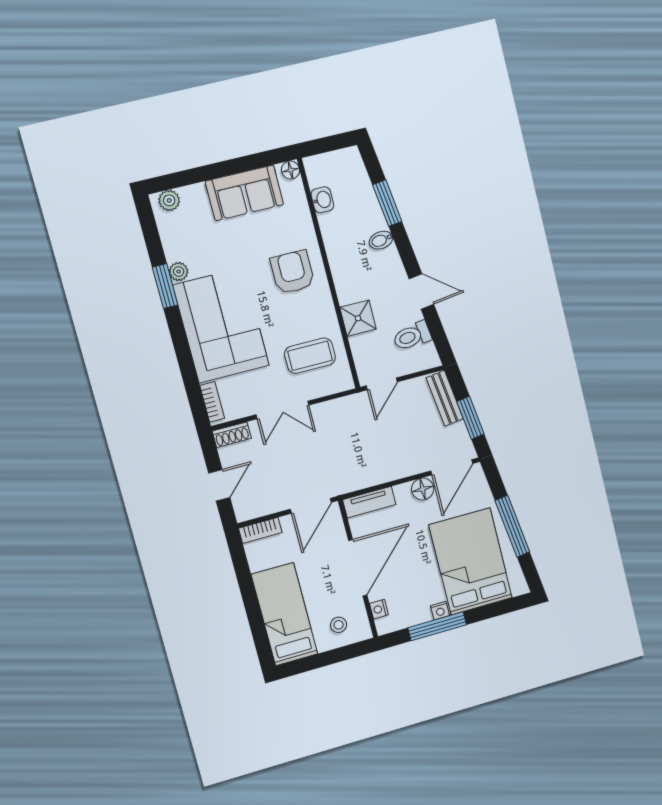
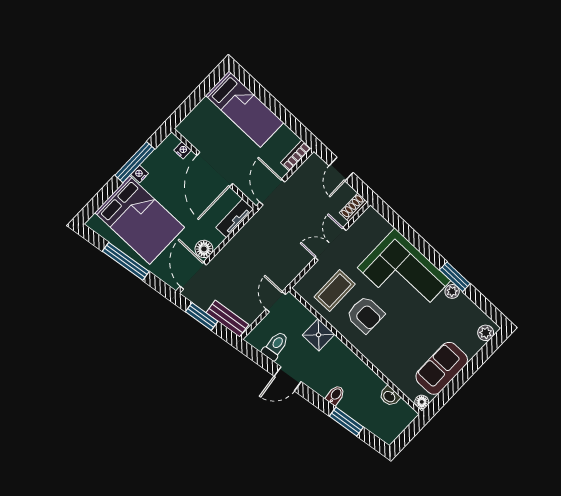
armchair: (292, 272) -> (365, 314), moved
bookcase: (212, 402) -> (379, 221), removed
stool: (339, 625) -> (204, 123), removed

